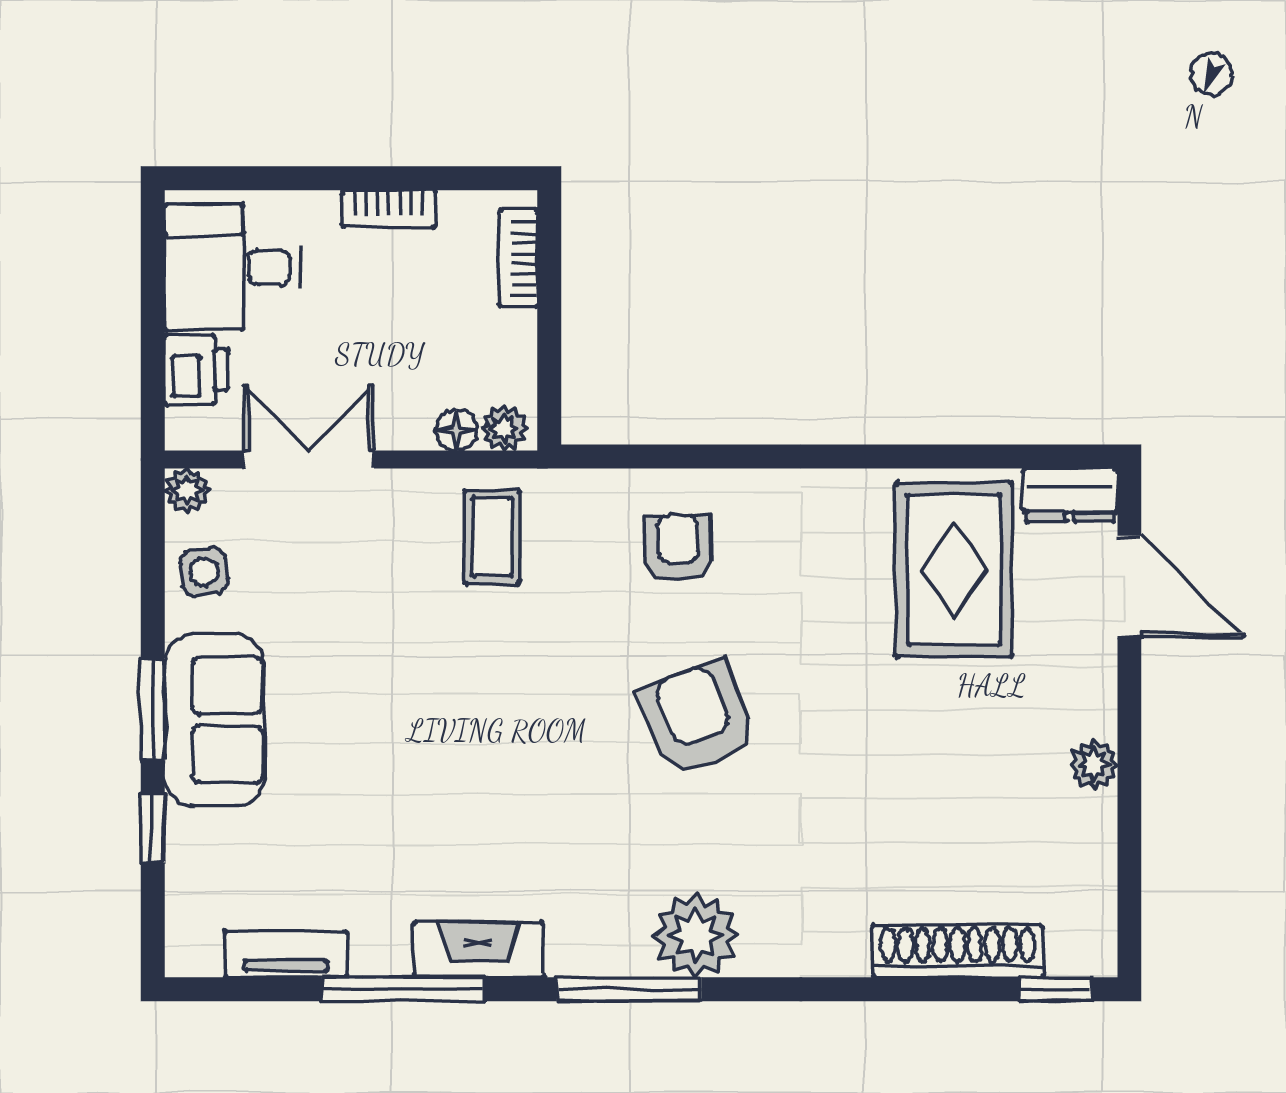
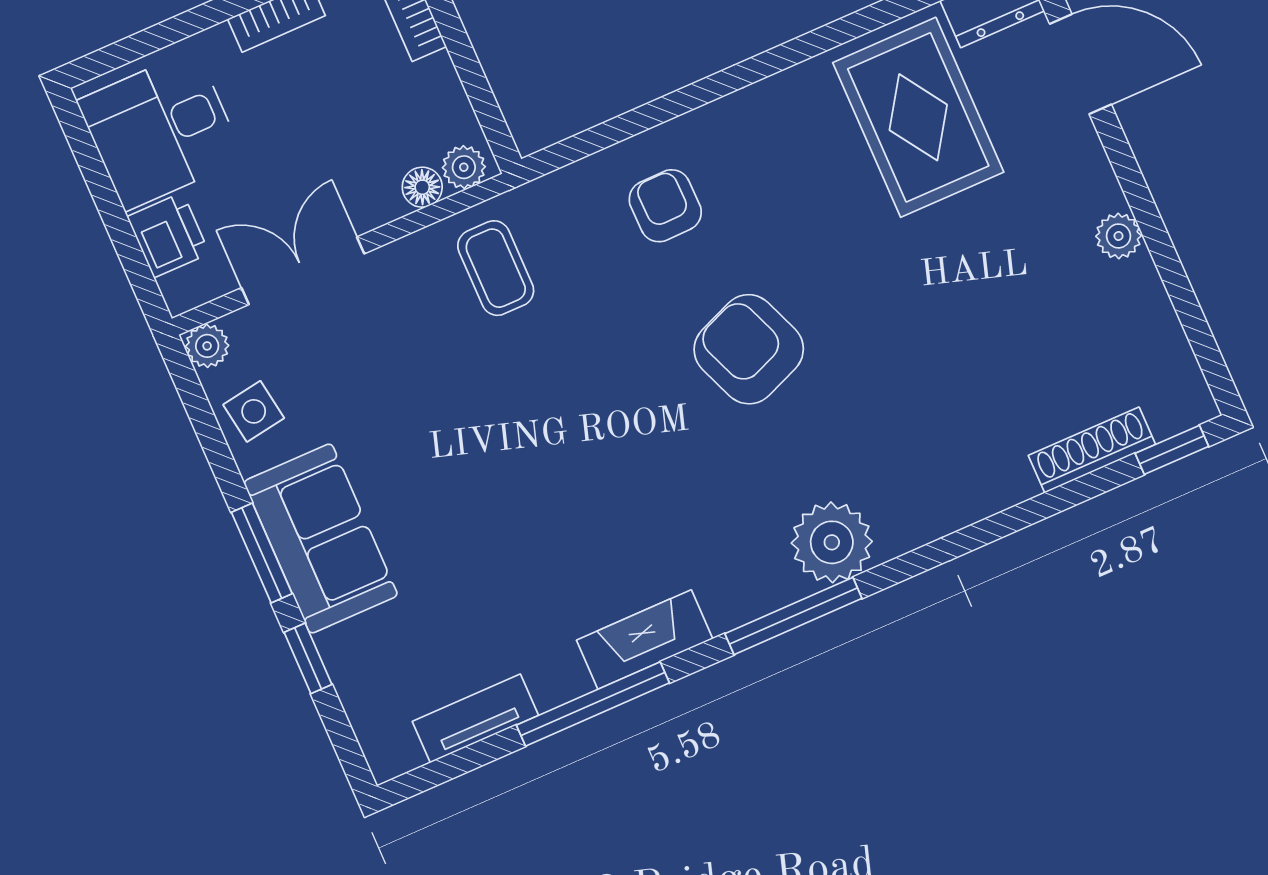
shoe rack: (958, 951) -> (1092, 450), width x0.74, depth x0.81

